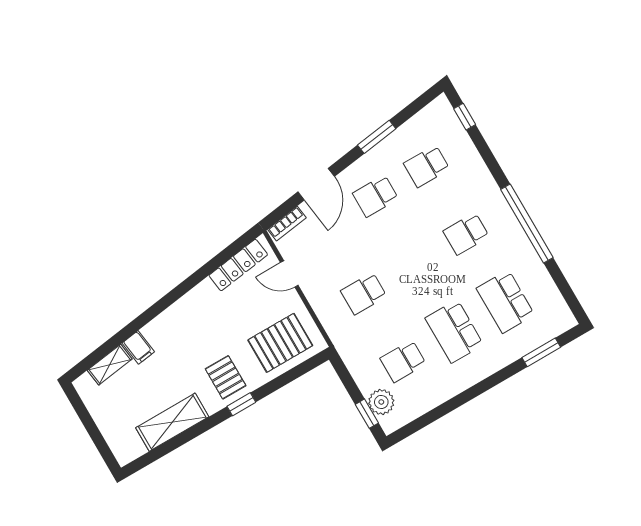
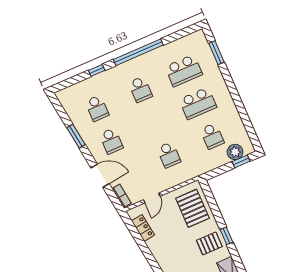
window: (465, 117) -> (97, 70), moved
locker: (238, 265) -> (143, 228), width x0.66

